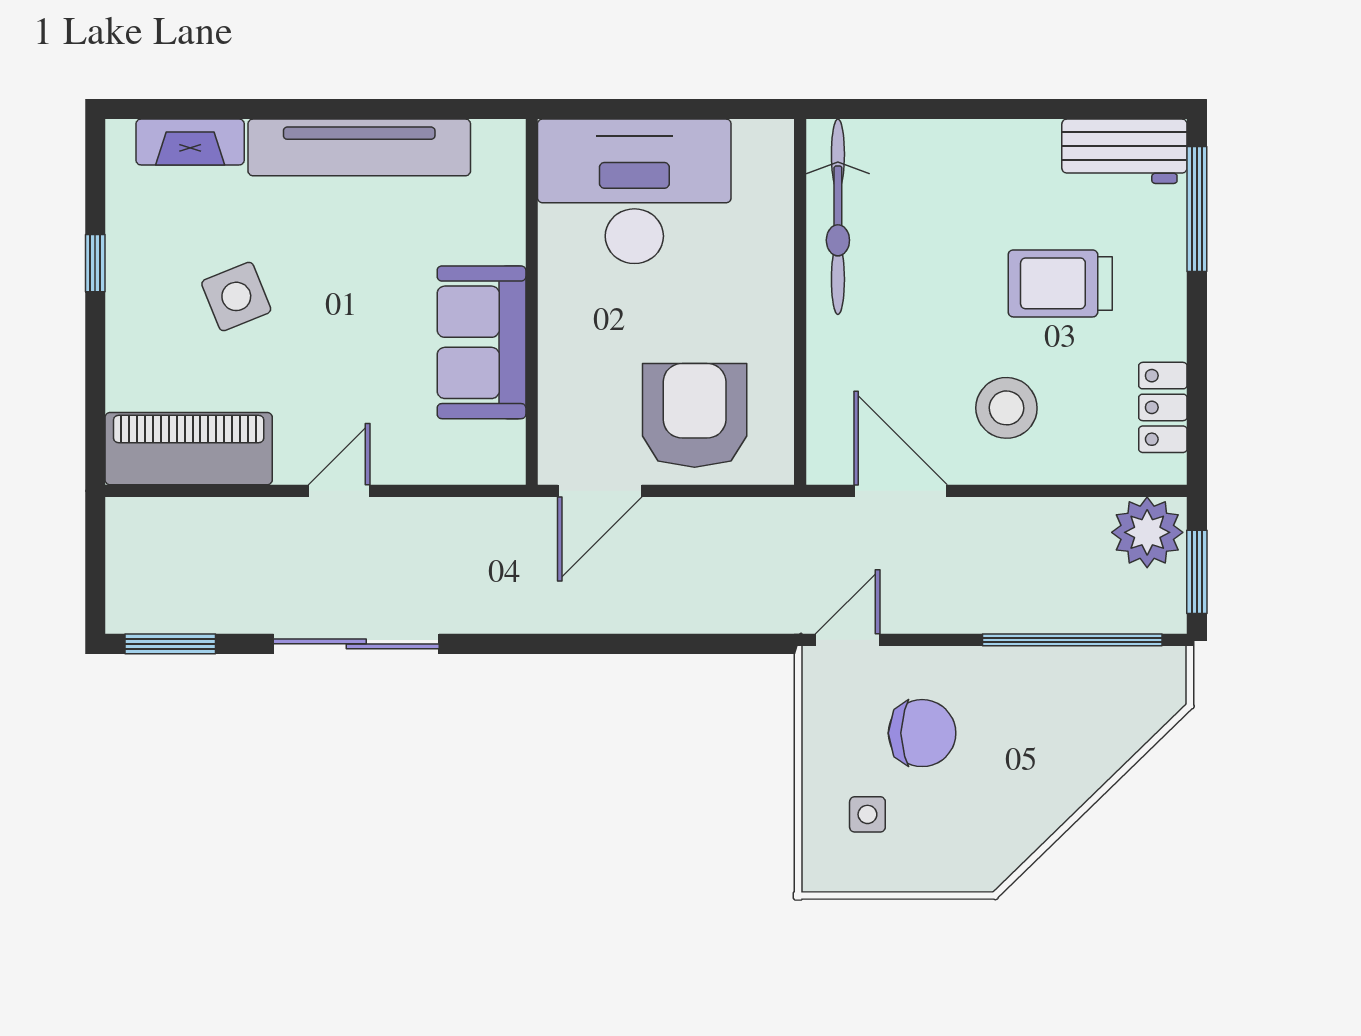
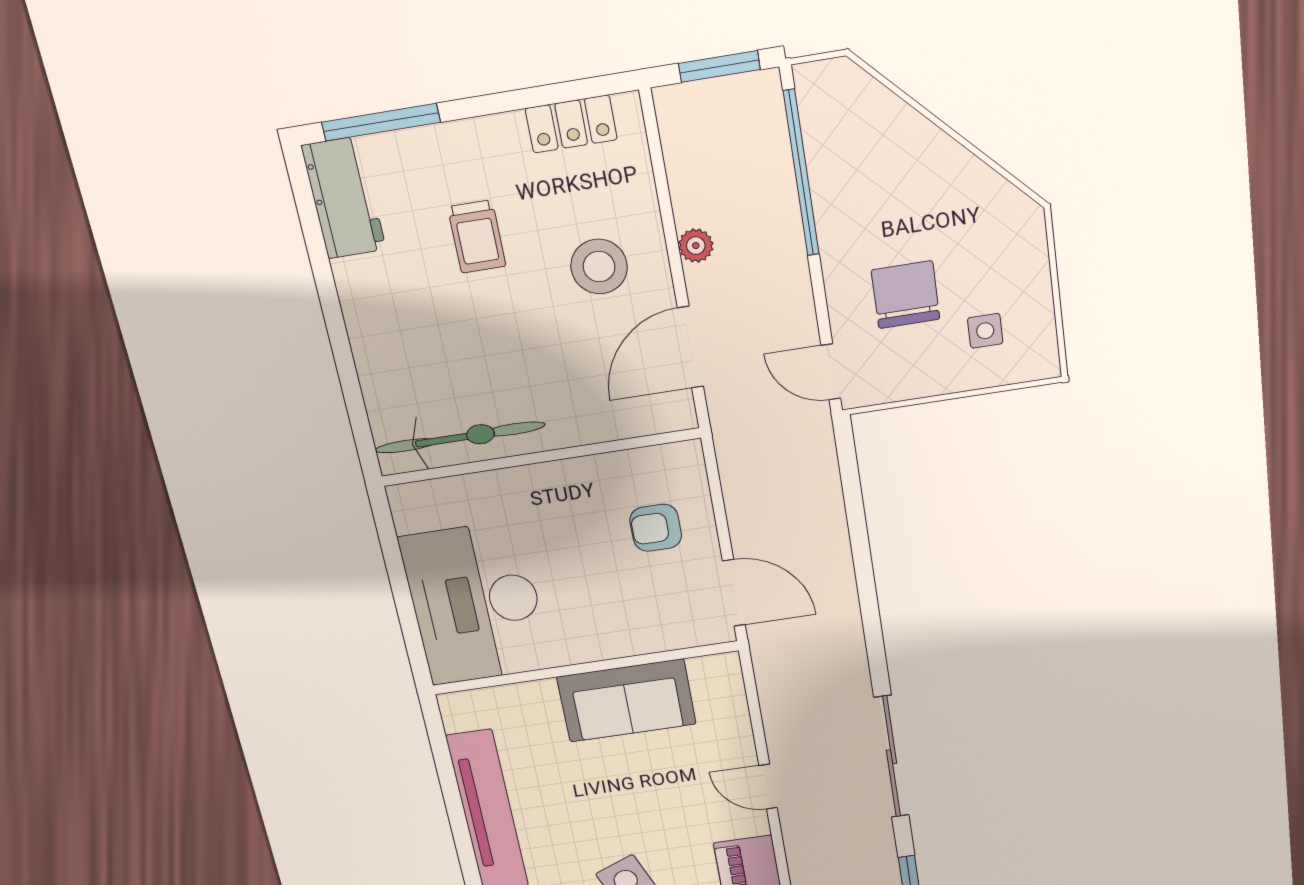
trolley: (1060, 283) -> (477, 237), width x0.73, depth x0.72
armchair: (695, 415) -> (656, 528), width x0.53, depth x0.53
plant: (1147, 532) -> (696, 246), moved, width x0.53, depth x0.53

